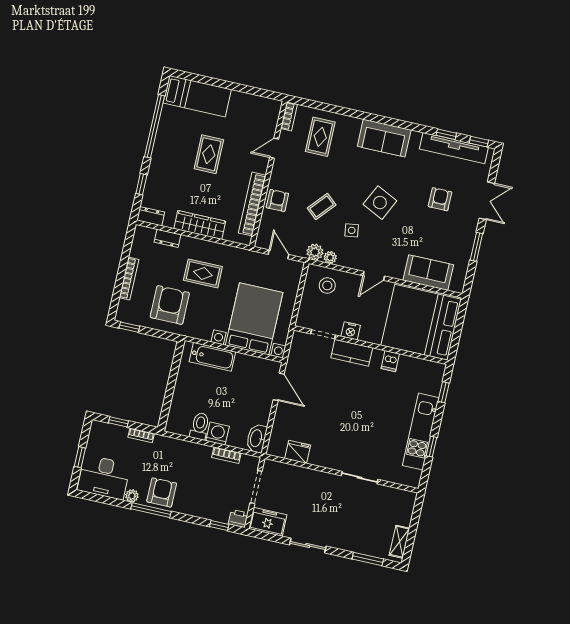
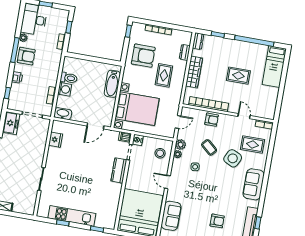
side table: (380, 203) -> (233, 158), moved
nightstand: (351, 331) -> (138, 140), moved
dishwasher: (390, 361) -> (125, 137), moved
printer: (238, 519) -> (17, 77), moved

